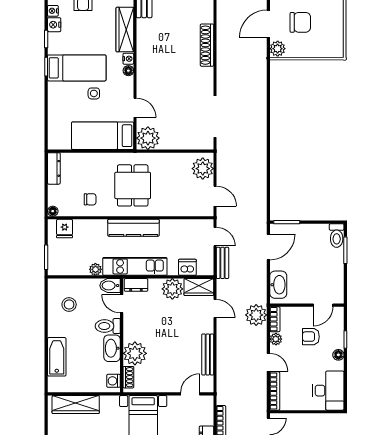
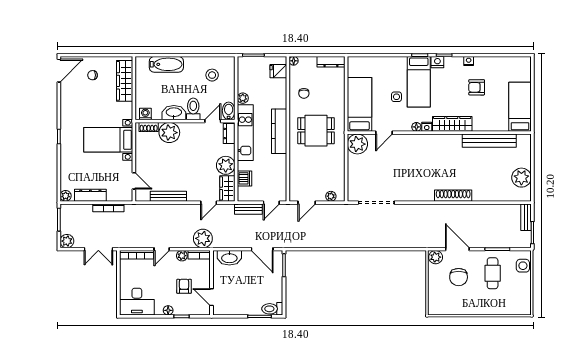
nightstand: (54, 25) -> (437, 62), moved
shoe rack: (207, 45) -> (453, 196), moved
plant: (203, 169) -> (331, 196), width x0.53, depth x0.53

